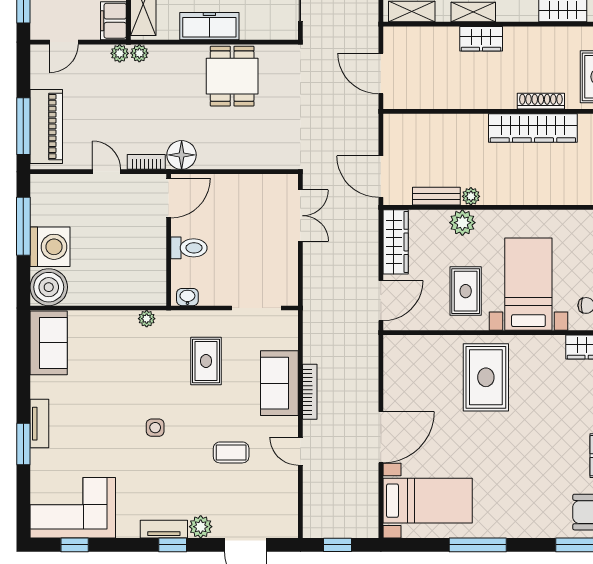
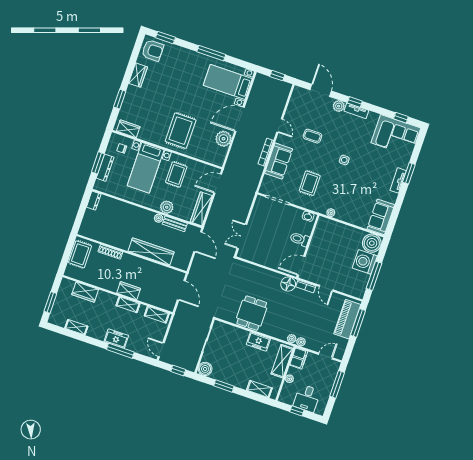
freezer: (209, 26) -> (258, 342), width x0.71
wardrobe: (533, 128) -> (151, 252), moved
plant: (399, 390) -> (223, 139), added

